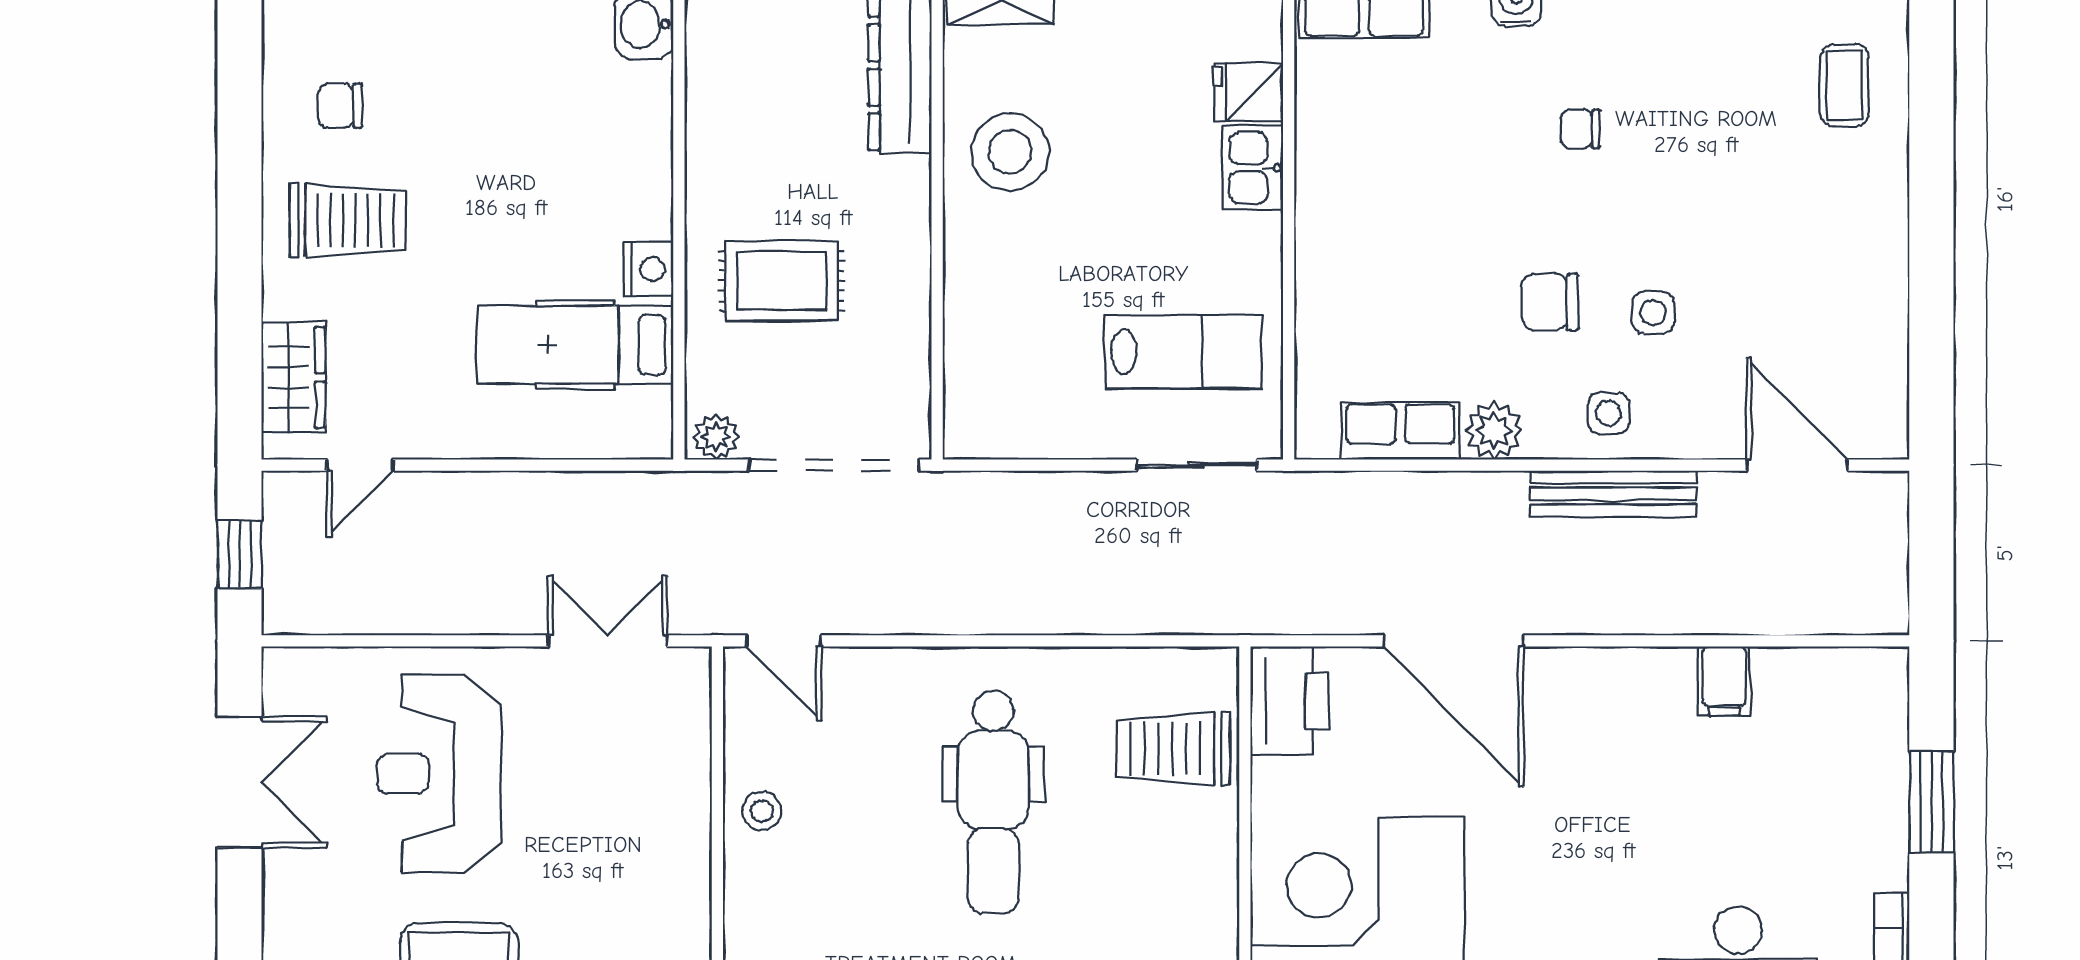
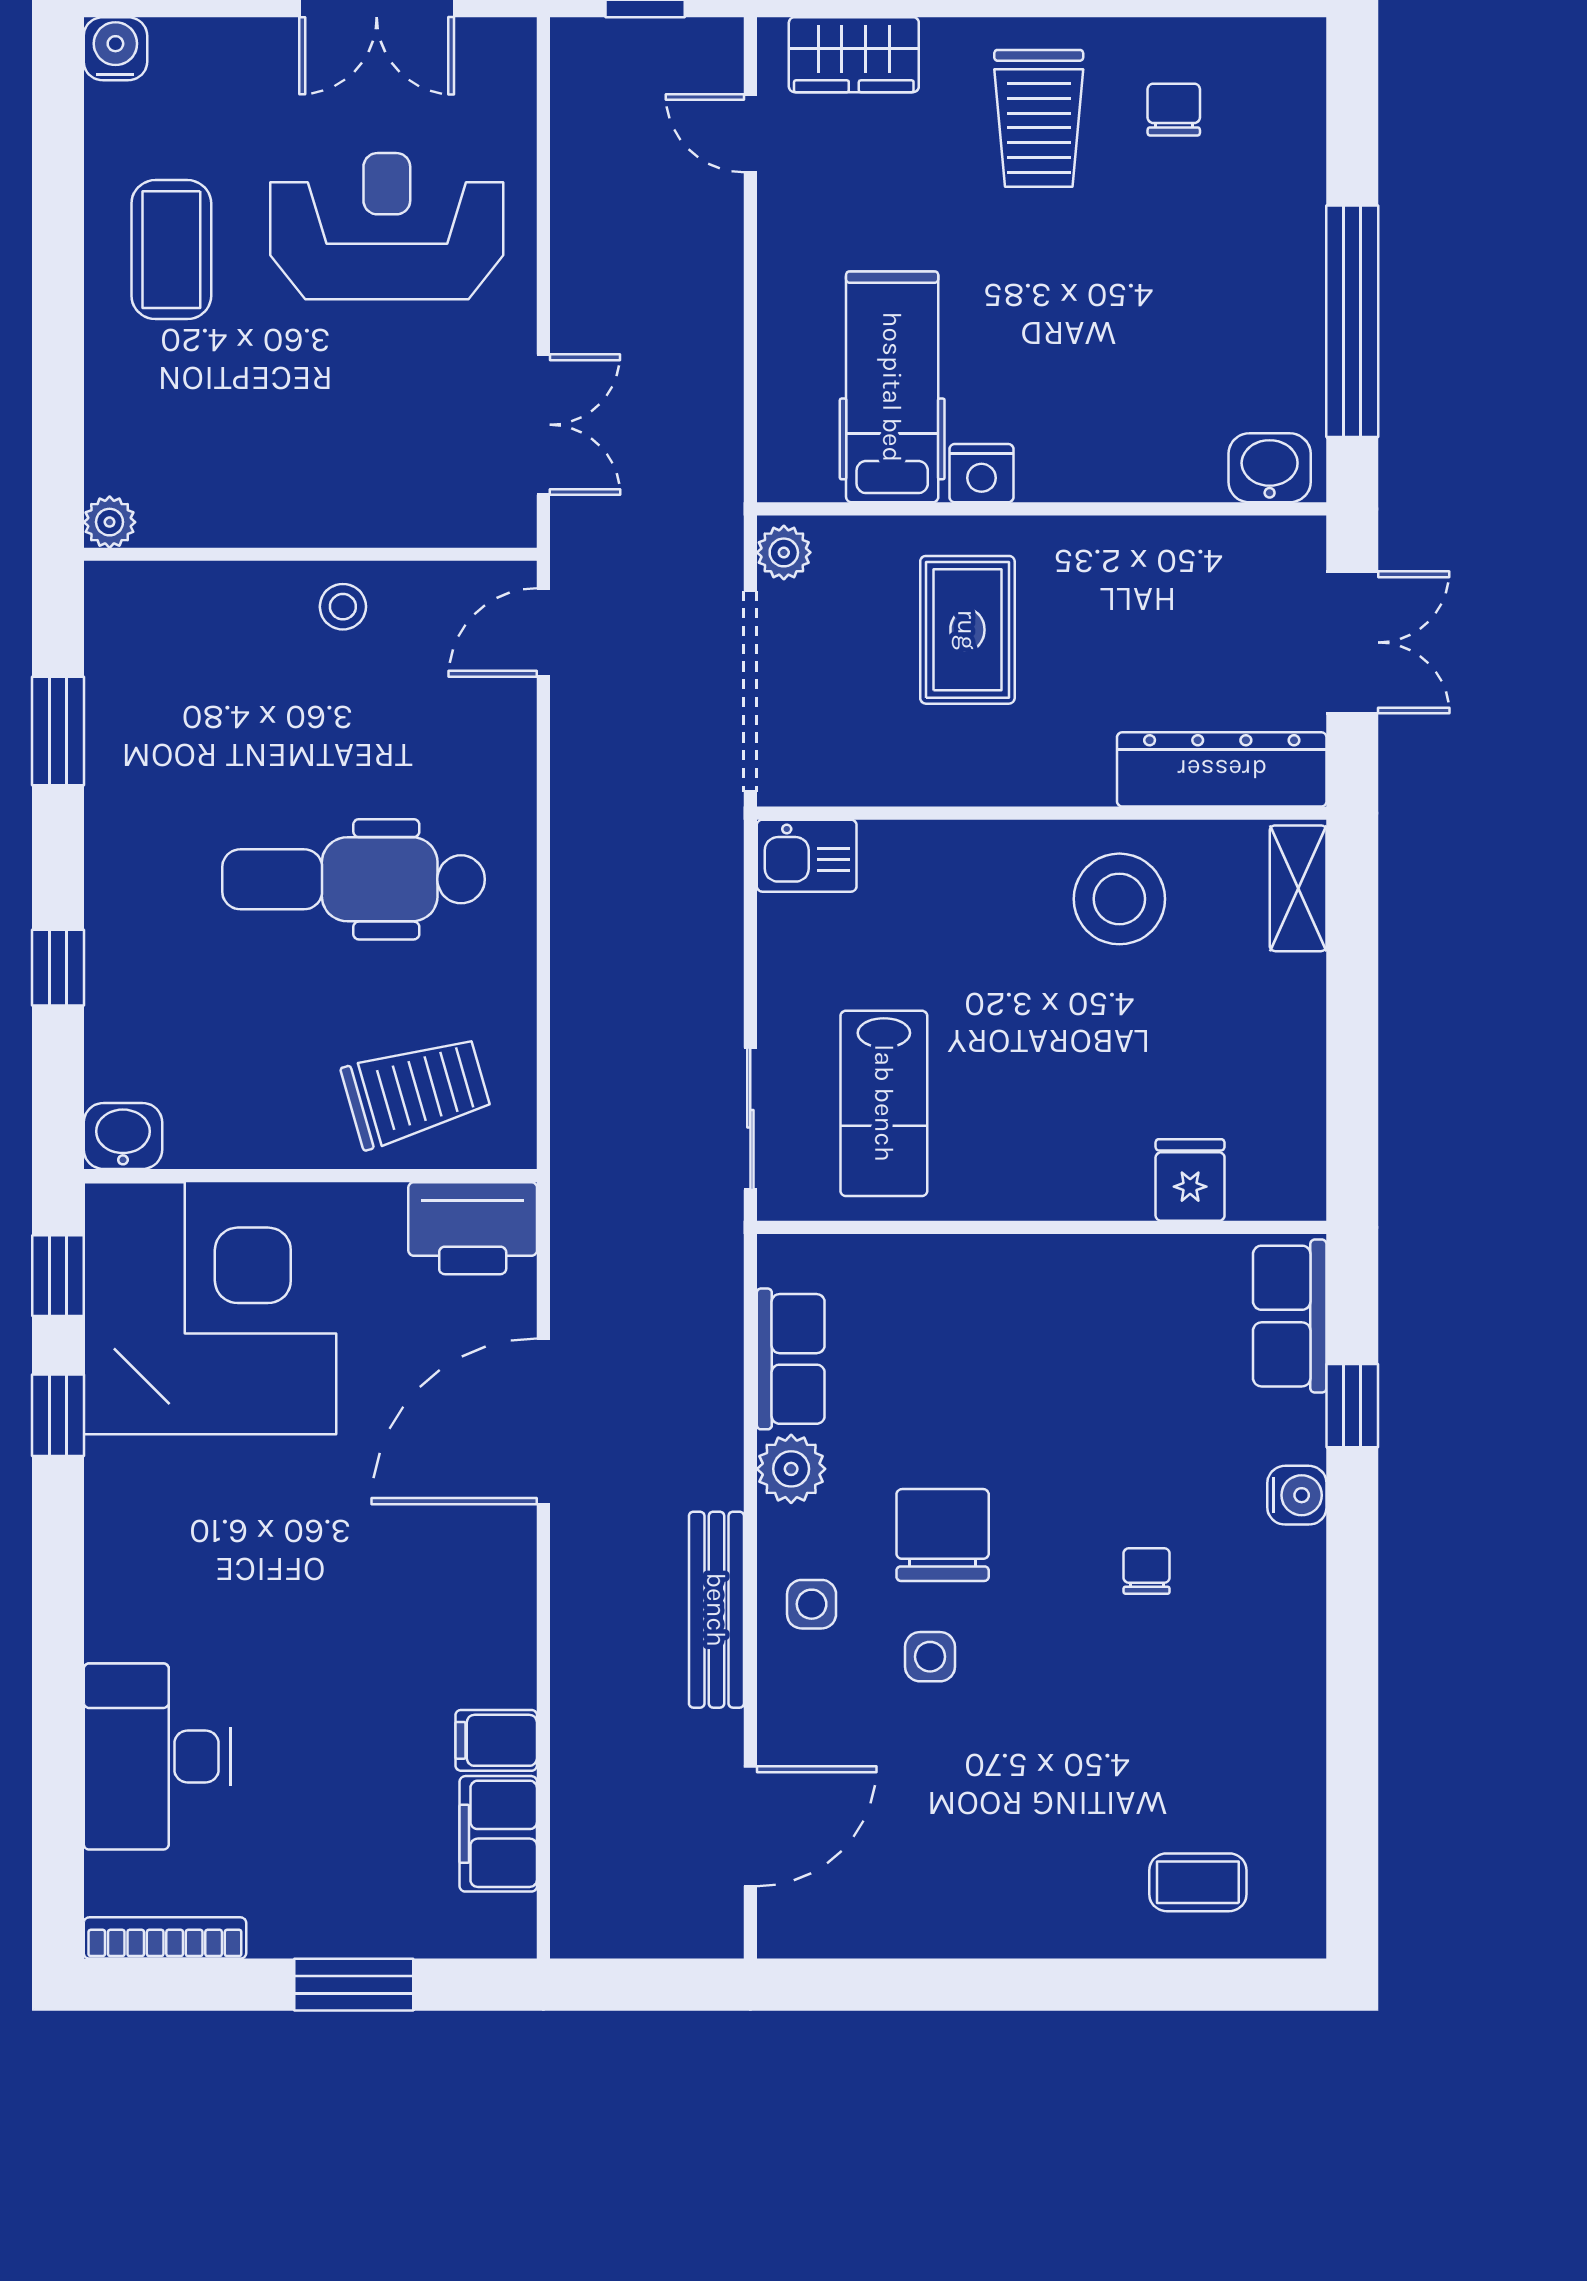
kitchen sink: (1253, 168) -> (807, 856), moved, turned 180
chair: (1550, 302) -> (943, 1535), width x1.37, depth x1.37
filing cabinet: (1803, 679) -> (498, 1834), added
trolley: (1173, 749) -> (416, 1091), turned 74

